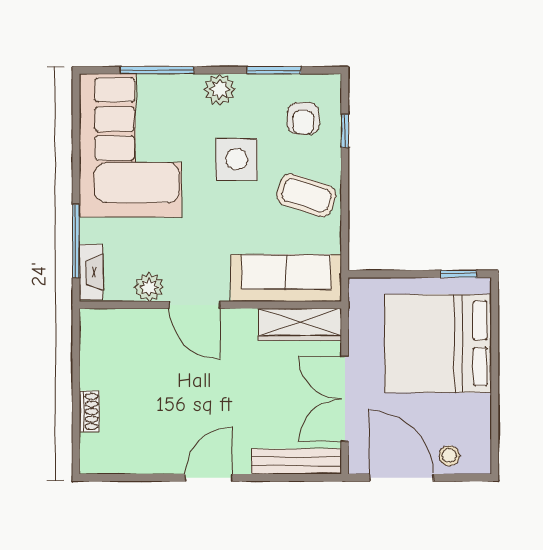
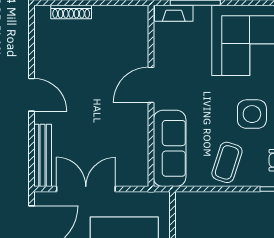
plant: (149, 287) -> (163, 54), removed
wardrobe: (300, 324) -> (137, 158), removed
shoe rack: (89, 411) -> (71, 12), width x1.43

